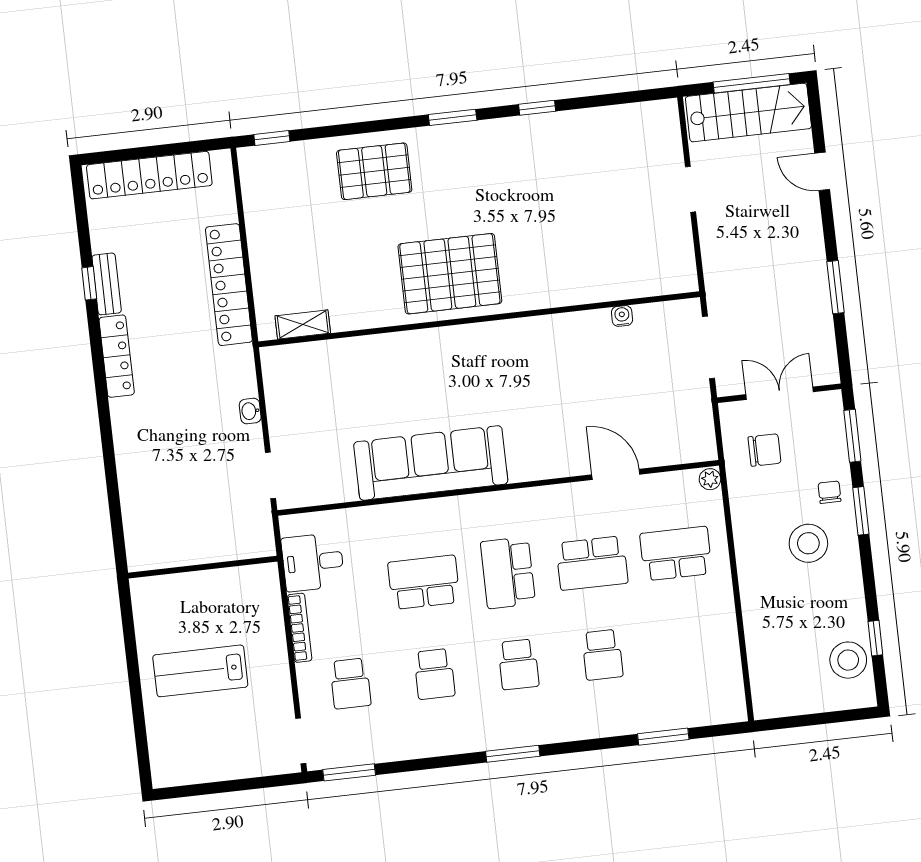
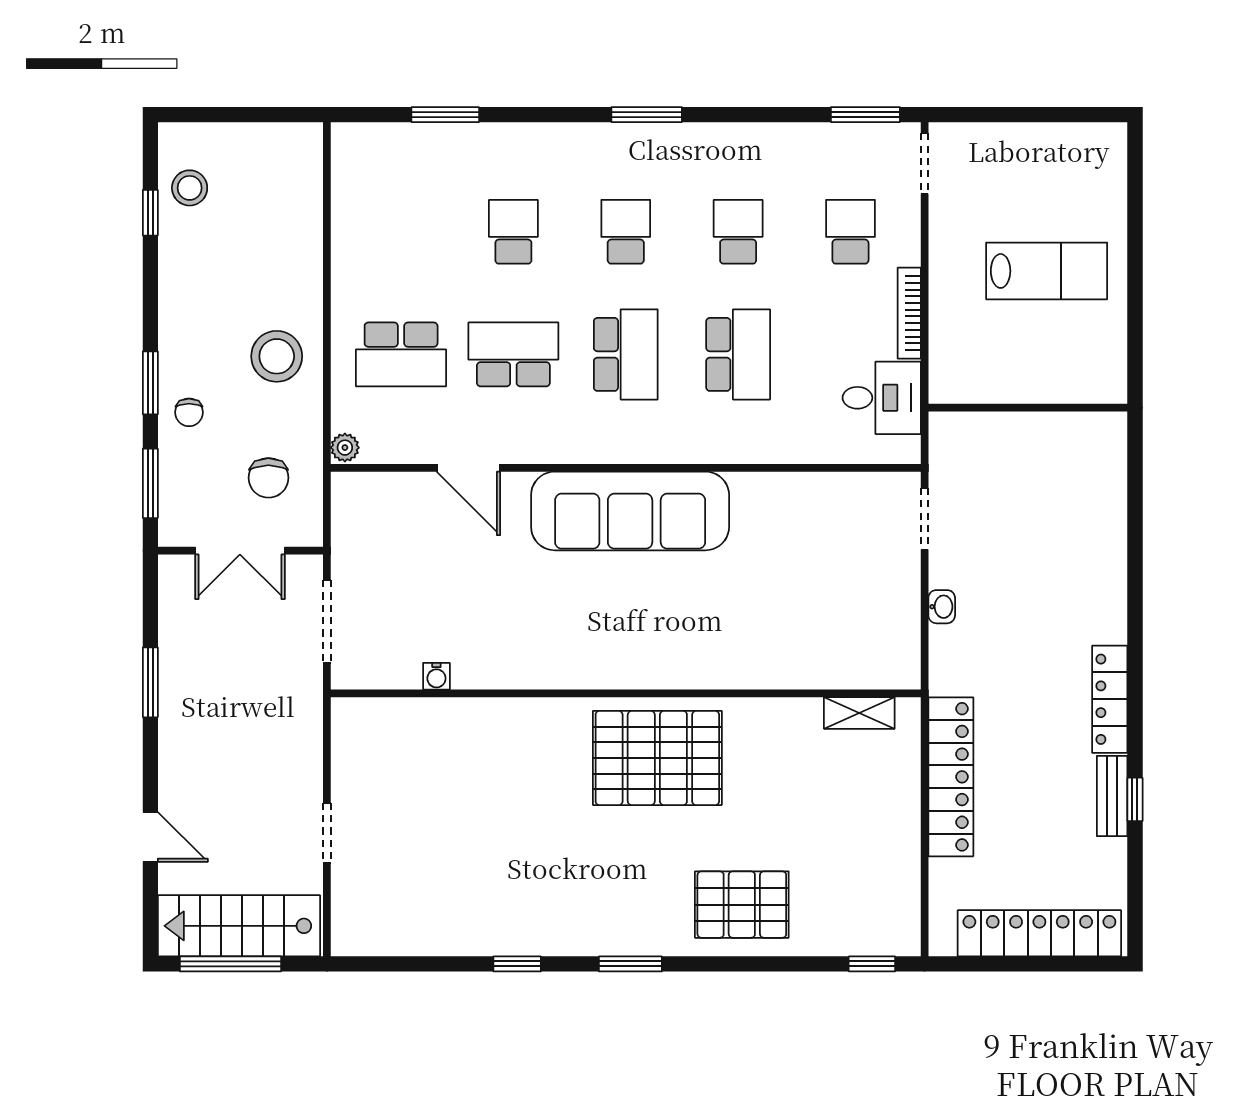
chair: (764, 450) -> (268, 478), turned -90
sofa: (431, 463) -> (630, 511), moved
stool: (808, 543) -> (277, 356), moved
school desk: (424, 582) -> (738, 354), turned -90
stool: (848, 660) -> (190, 188), width x0.73, depth x0.73

